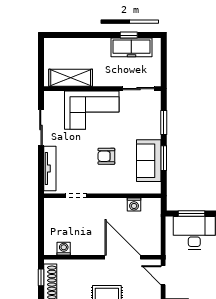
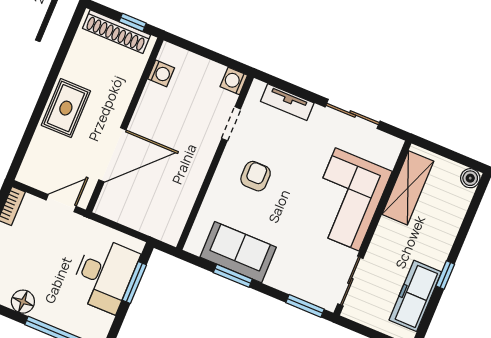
window: (129, 35) -> (445, 275), moved
boiler: (50, 44) -> (470, 178), added
window: (164, 123) -> (305, 306), moved
armchair: (106, 156) -> (256, 176), moved
tv unit: (50, 168) -> (287, 102), width x0.71
washing machine: (134, 205) -> (234, 81), moved

